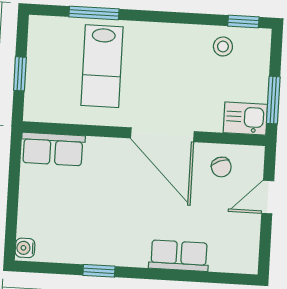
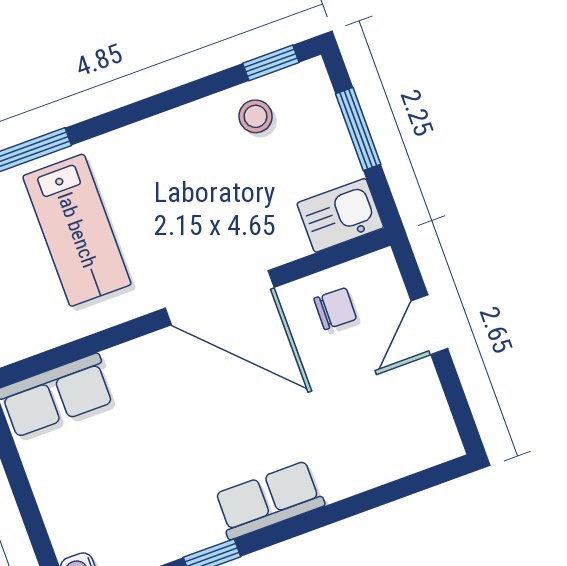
window: (273, 100) -> (358, 129), moved
chair: (221, 167) -> (335, 309), turned -67
row of seats: (179, 256) -> (269, 500), moved

